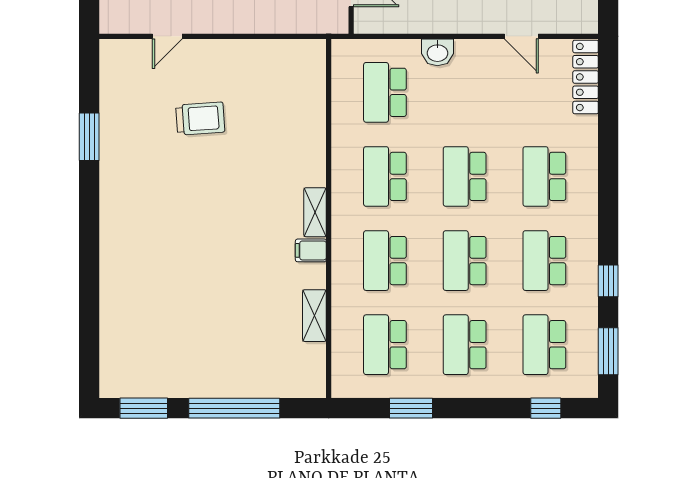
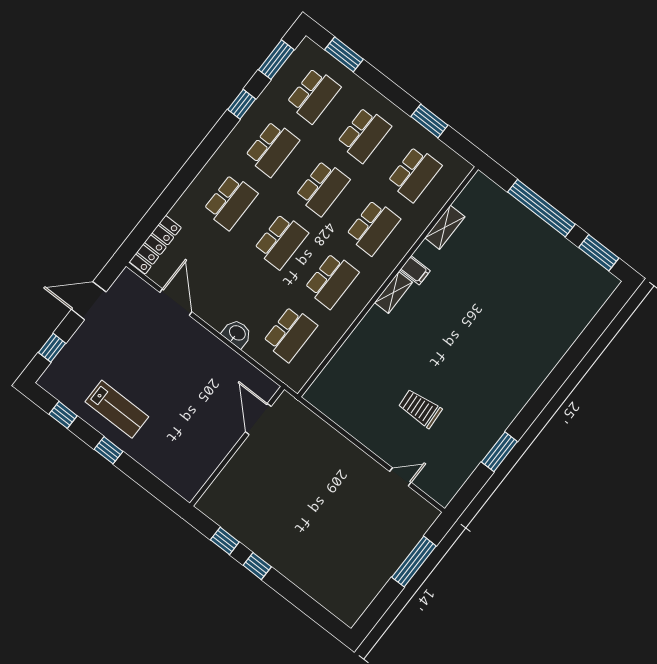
door: (521, 36) -> (176, 302), width x1.38
window: (546, 408) -> (344, 54), width x1.50

